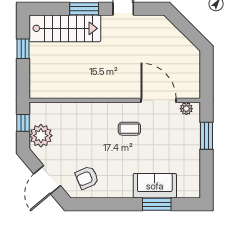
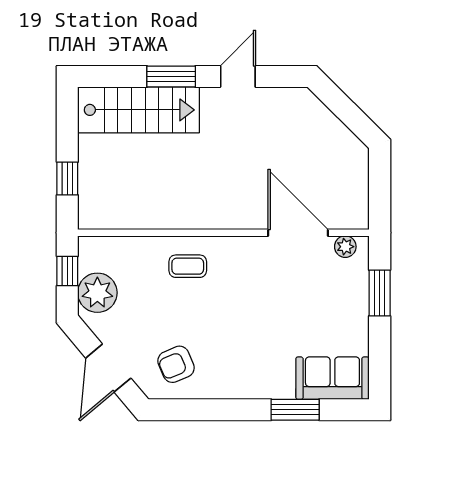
window: (23, 49) -> (67, 179), moved
coffee table: (129, 129) -> (188, 266), moved
sofa: (155, 186) -> (332, 378), moved

